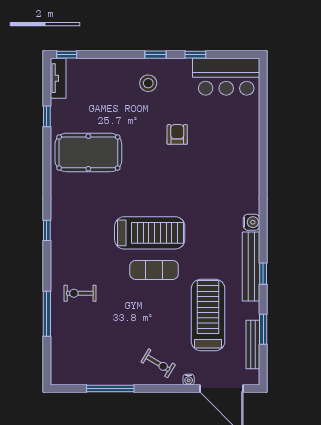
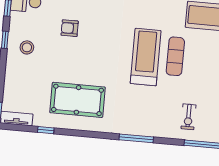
pool table: (88, 152) -> (77, 100), turned 90
window: (47, 230) -> (136, 138), width x2.17

